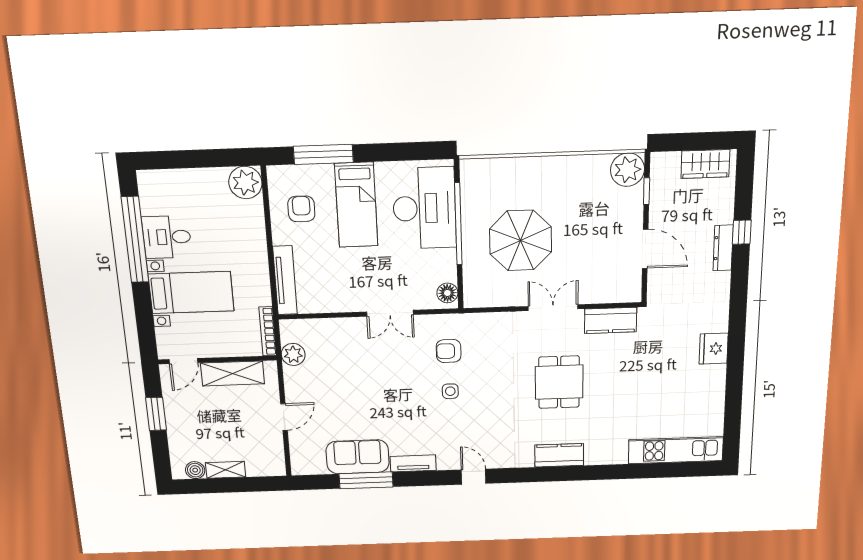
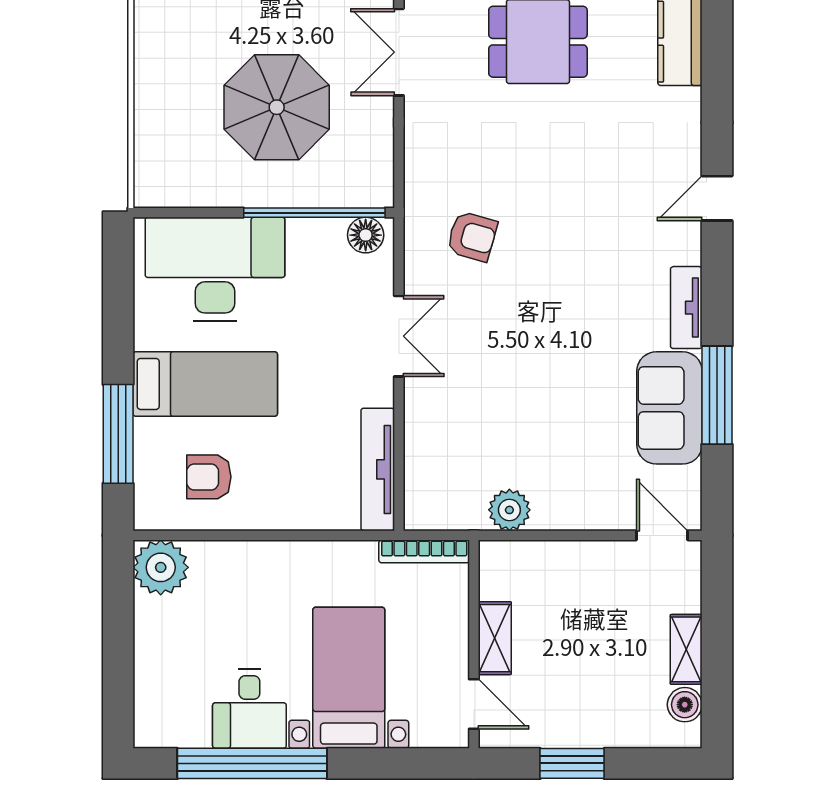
window: (458, 224) -> (314, 213), moved
tv unit: (285, 280) -> (378, 469), moved, turned -90
armchair: (449, 351) -> (472, 236), turned -74
plant: (293, 354) -> (509, 510), moved
shelving: (232, 373) -> (495, 638), width x0.67, depth x0.75
side table: (450, 391) -> (548, 236), removed
door: (284, 417) -> (662, 535), moved

